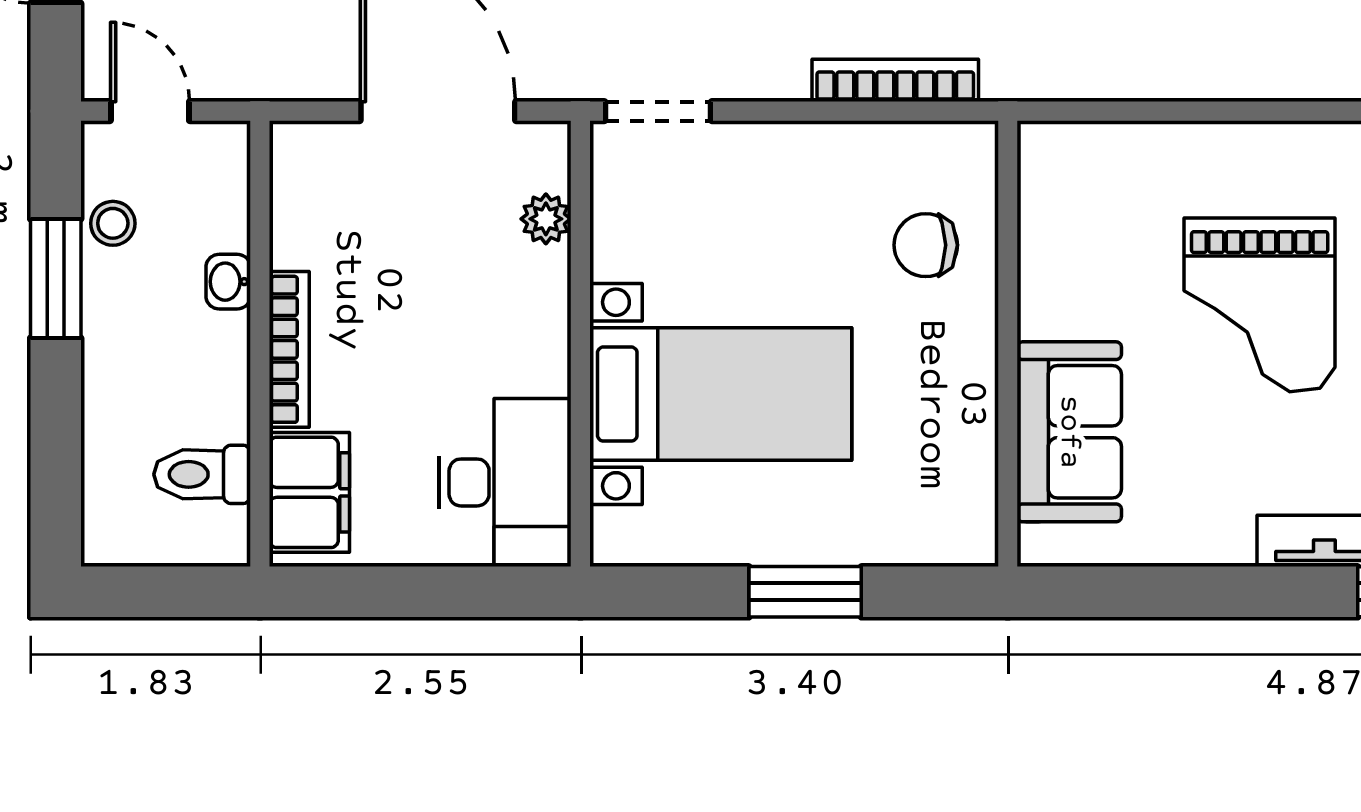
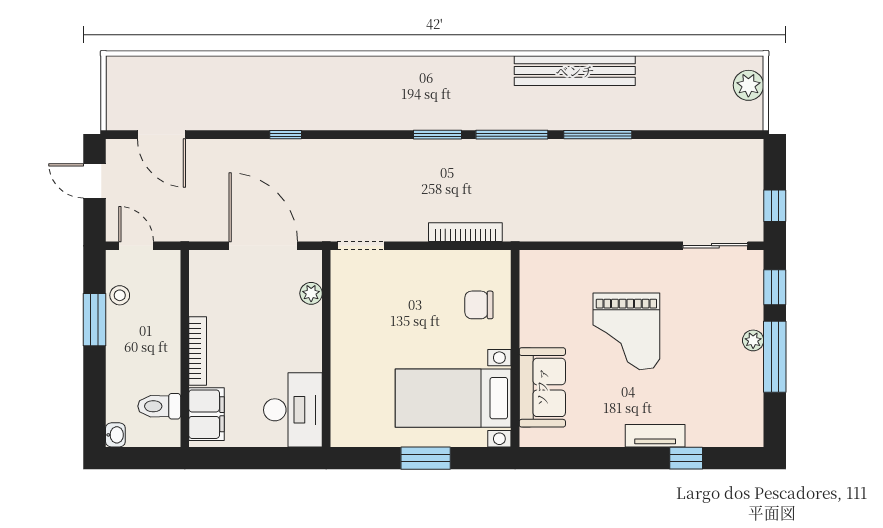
washbasin: (228, 282) -> (115, 435), moved, turned 180
bed with nightstands: (721, 394) -> (453, 398), moved, turned 180

